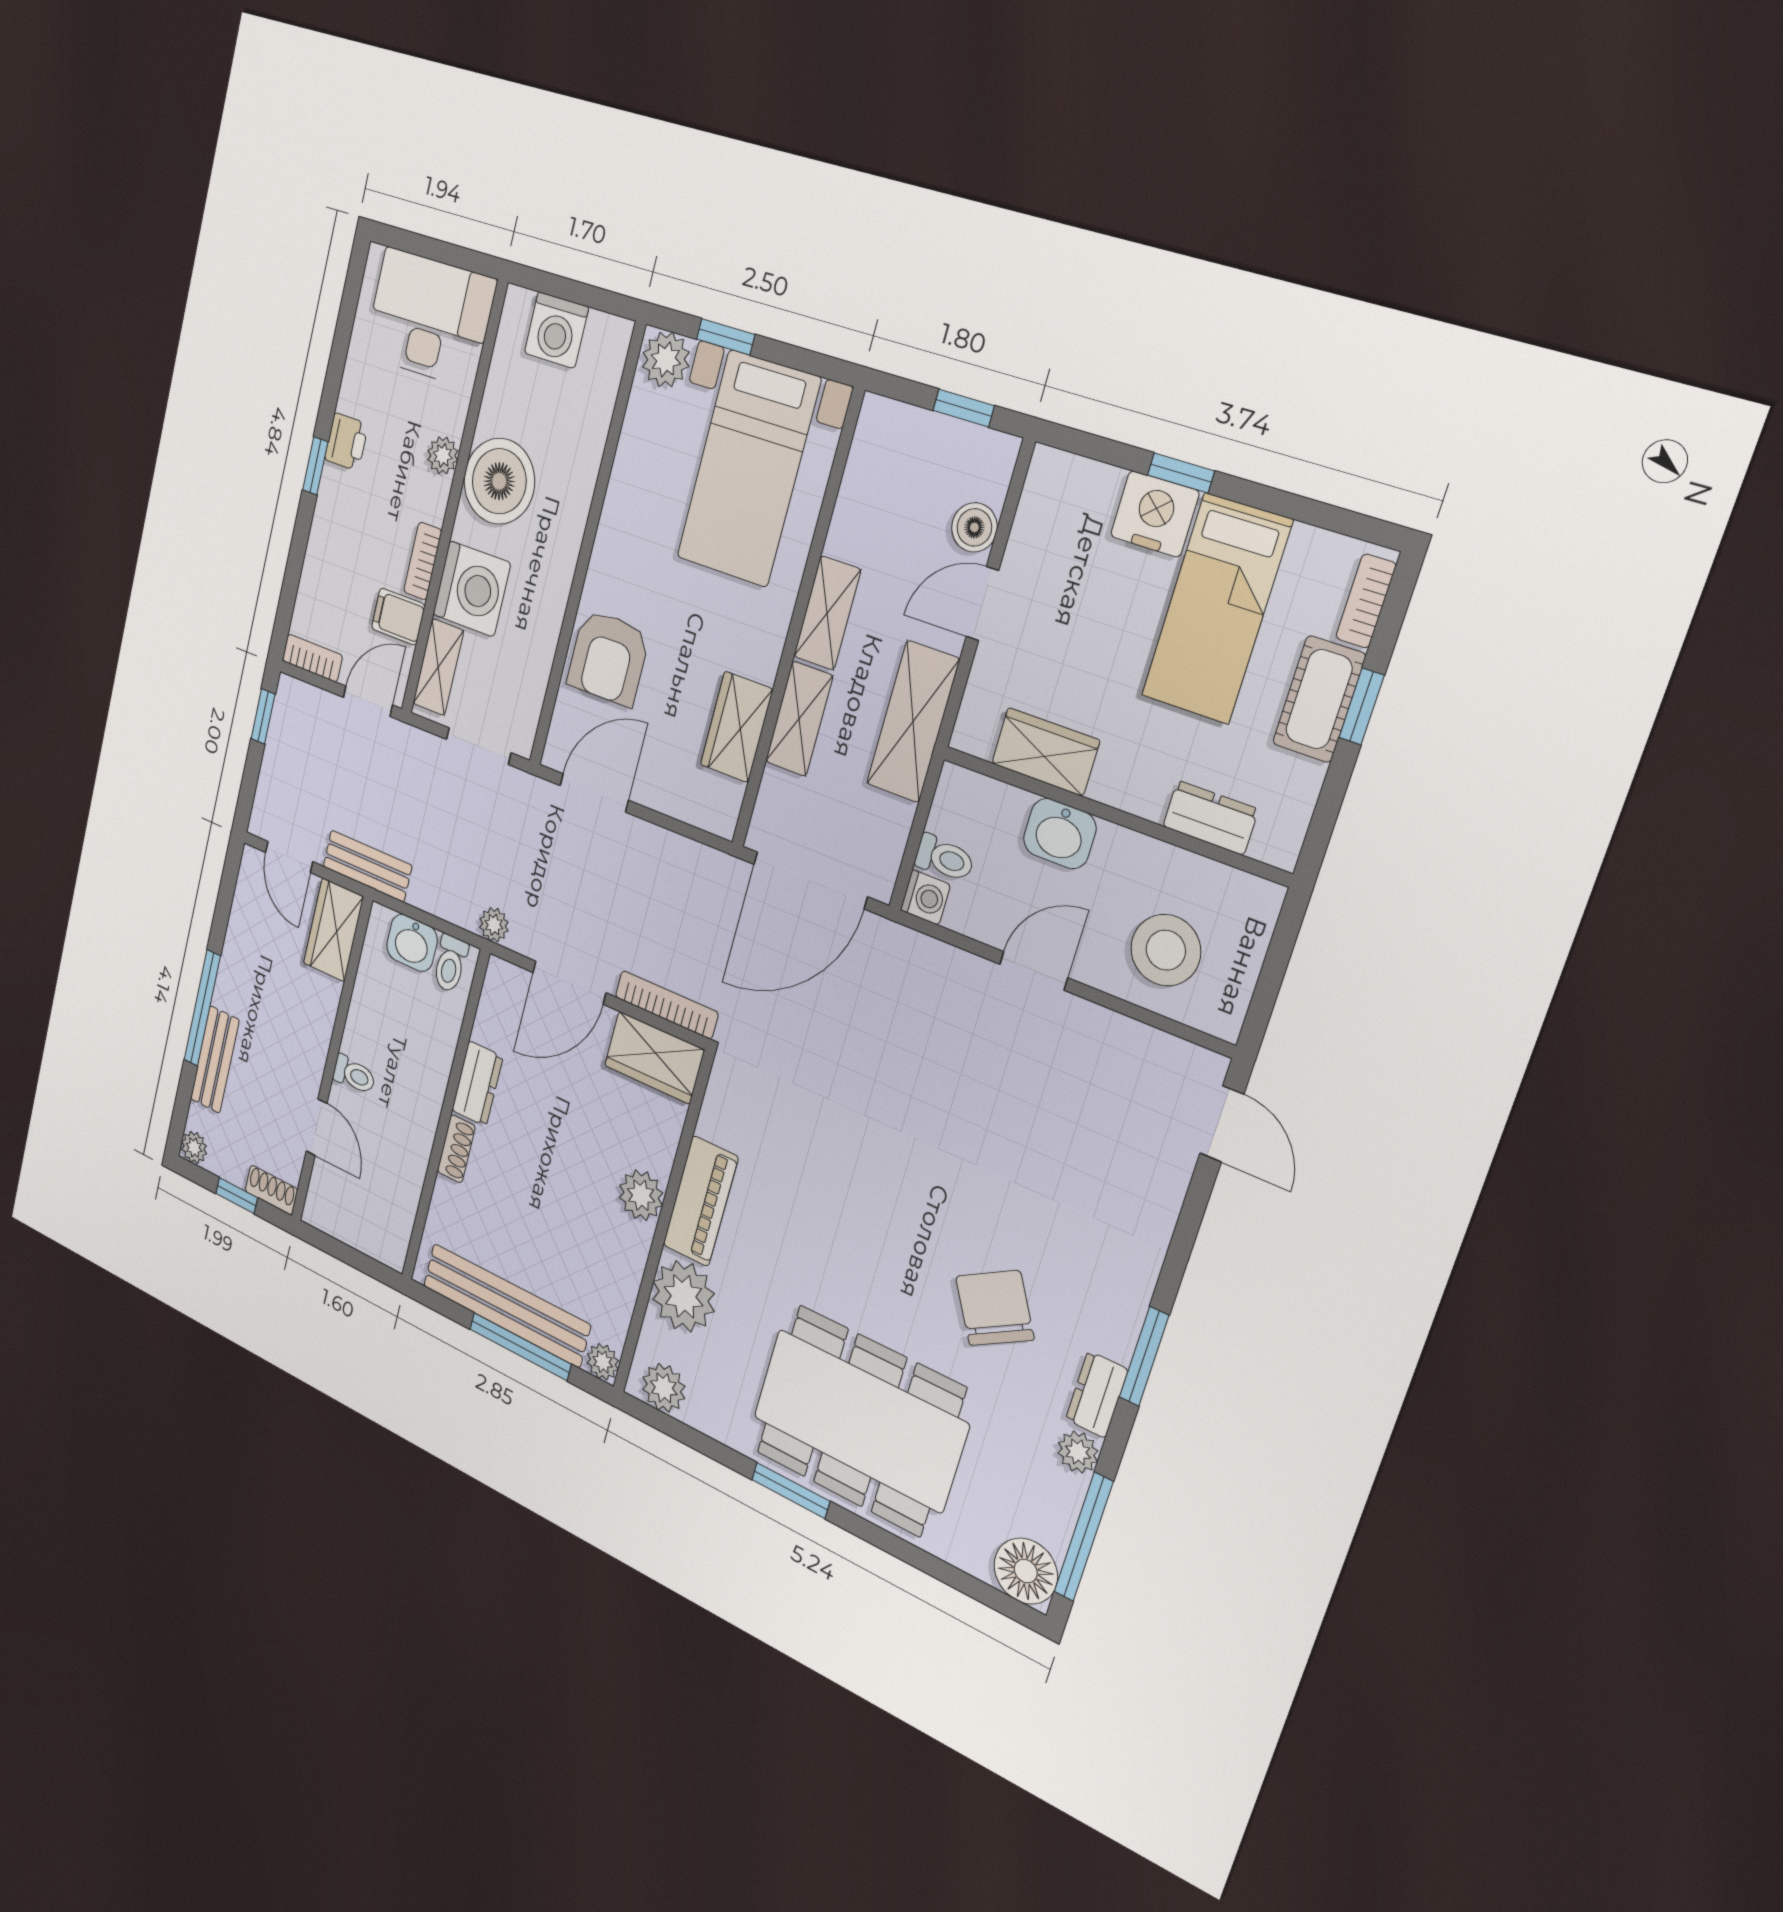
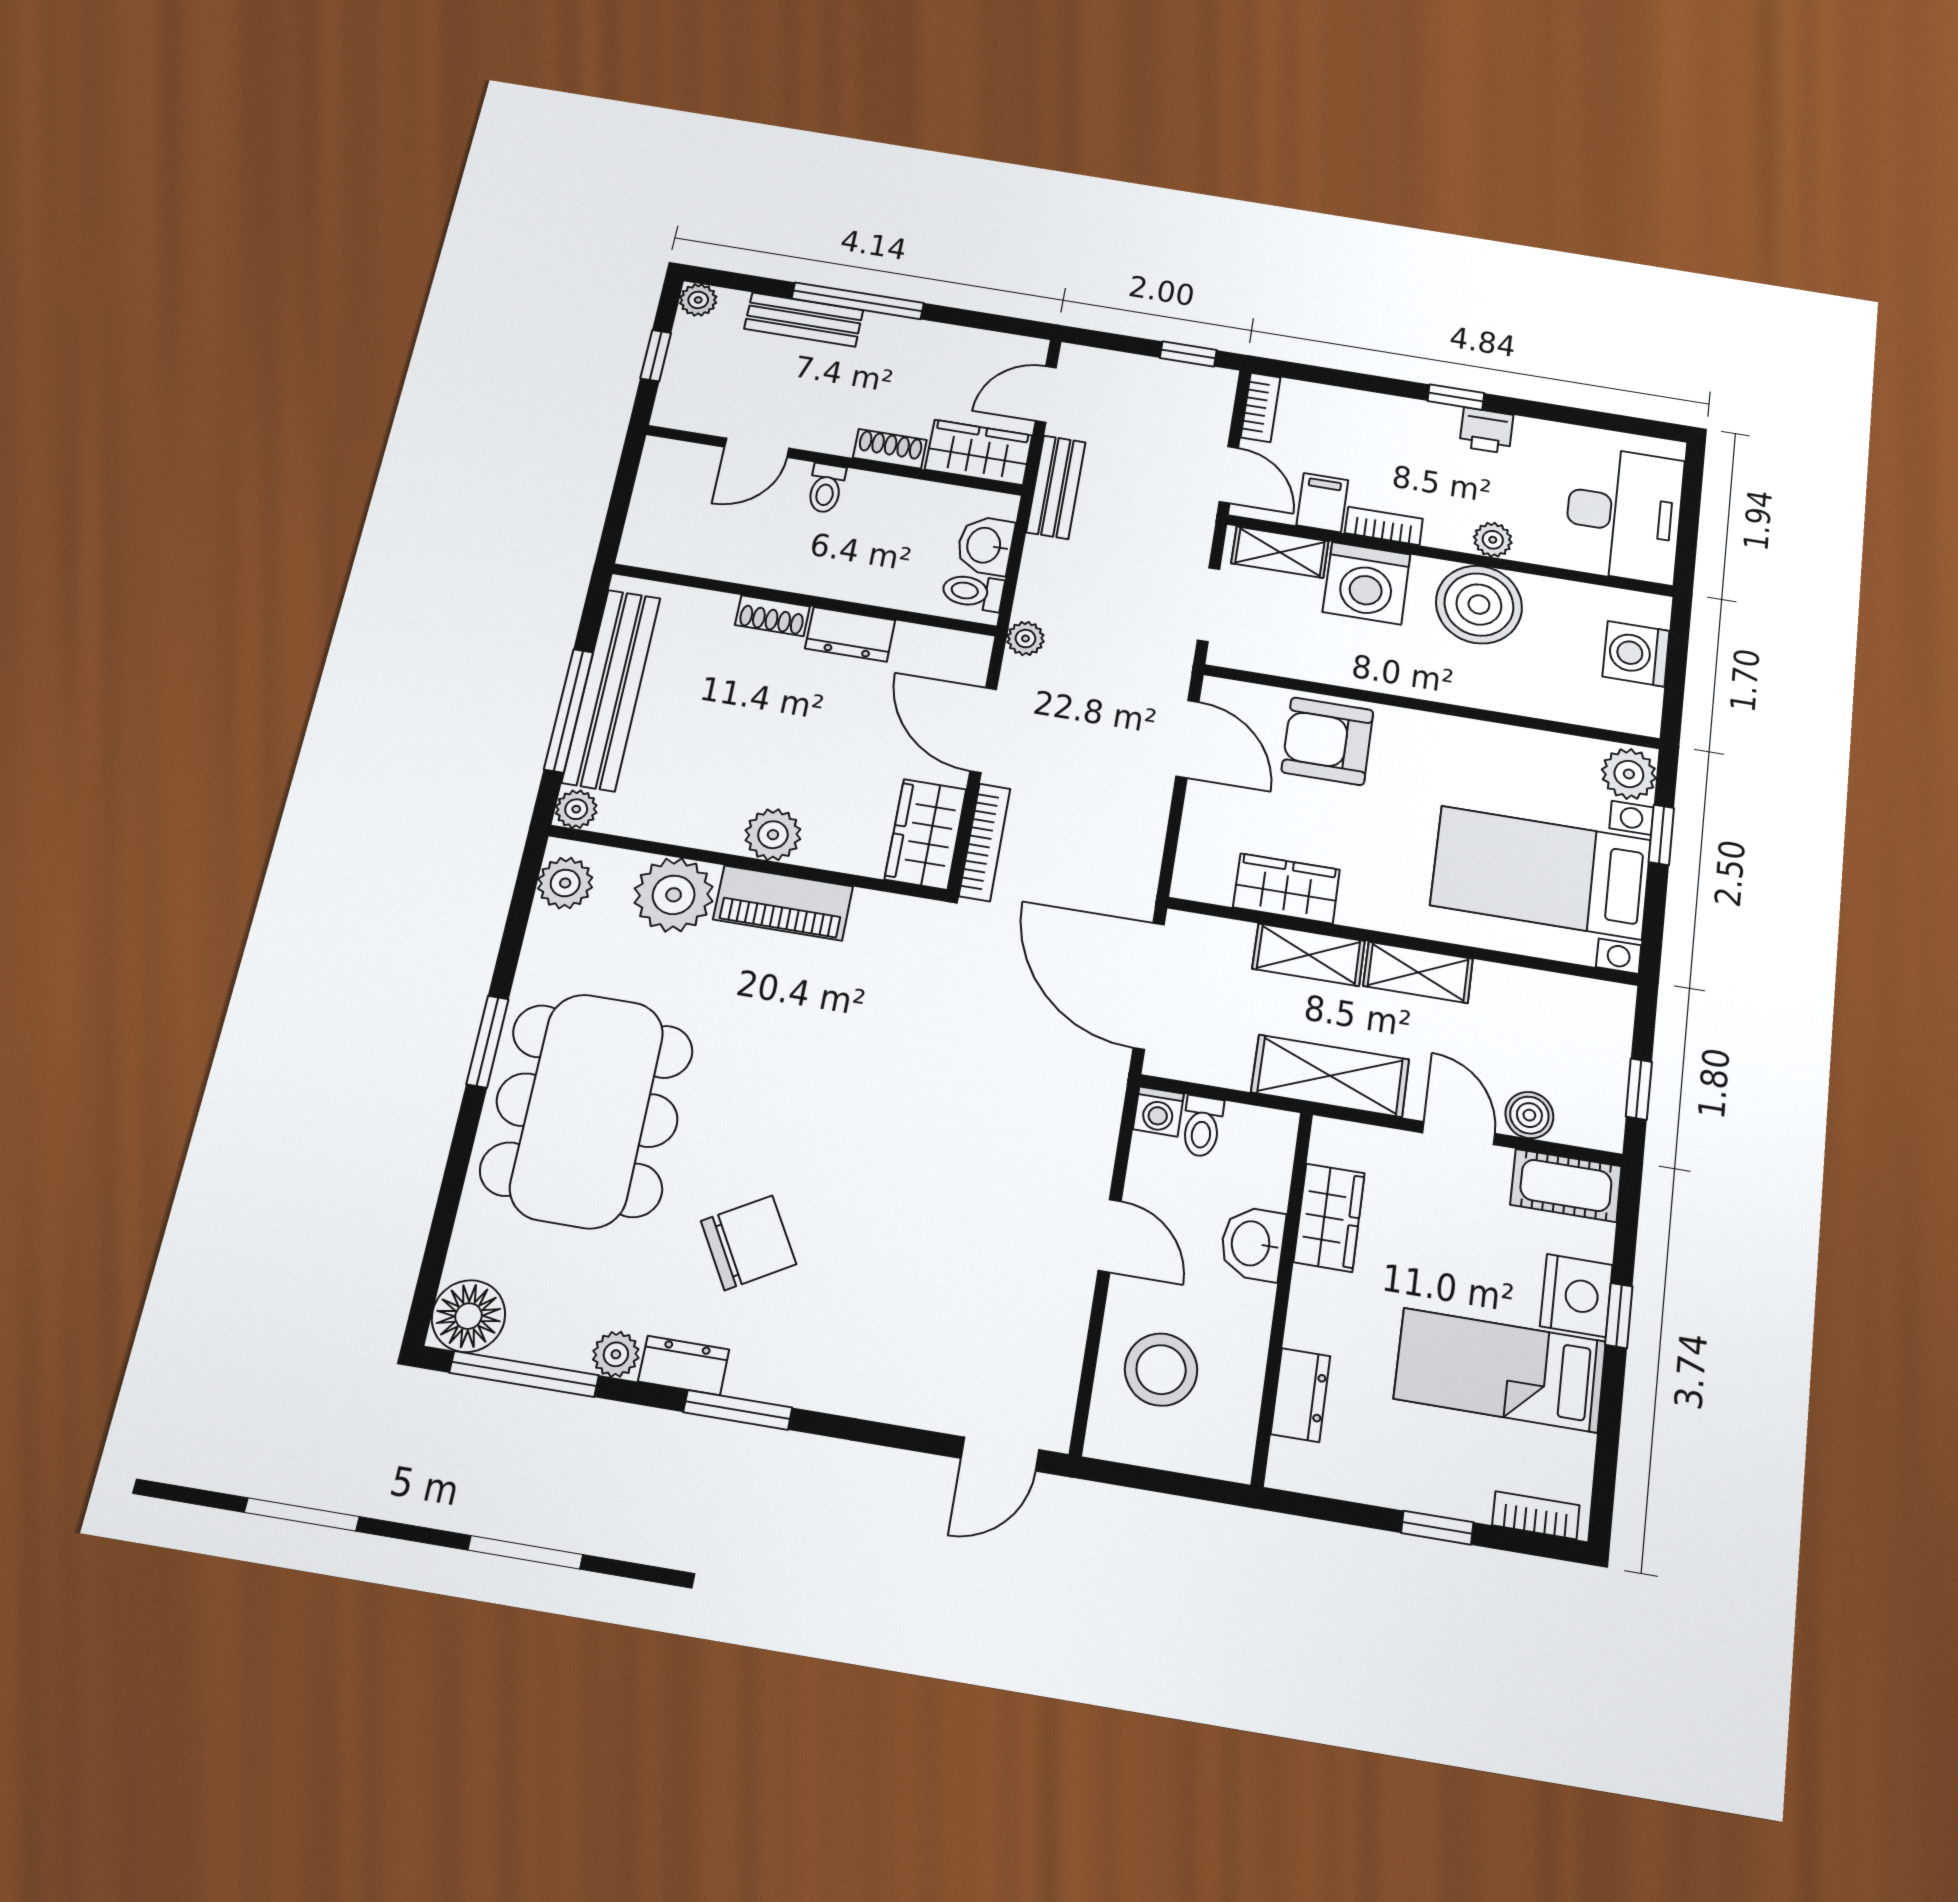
cot: (1319, 699) -> (1566, 1185), moved
shoe rack: (271, 1190) -> (890, 449), moved, turned -90

